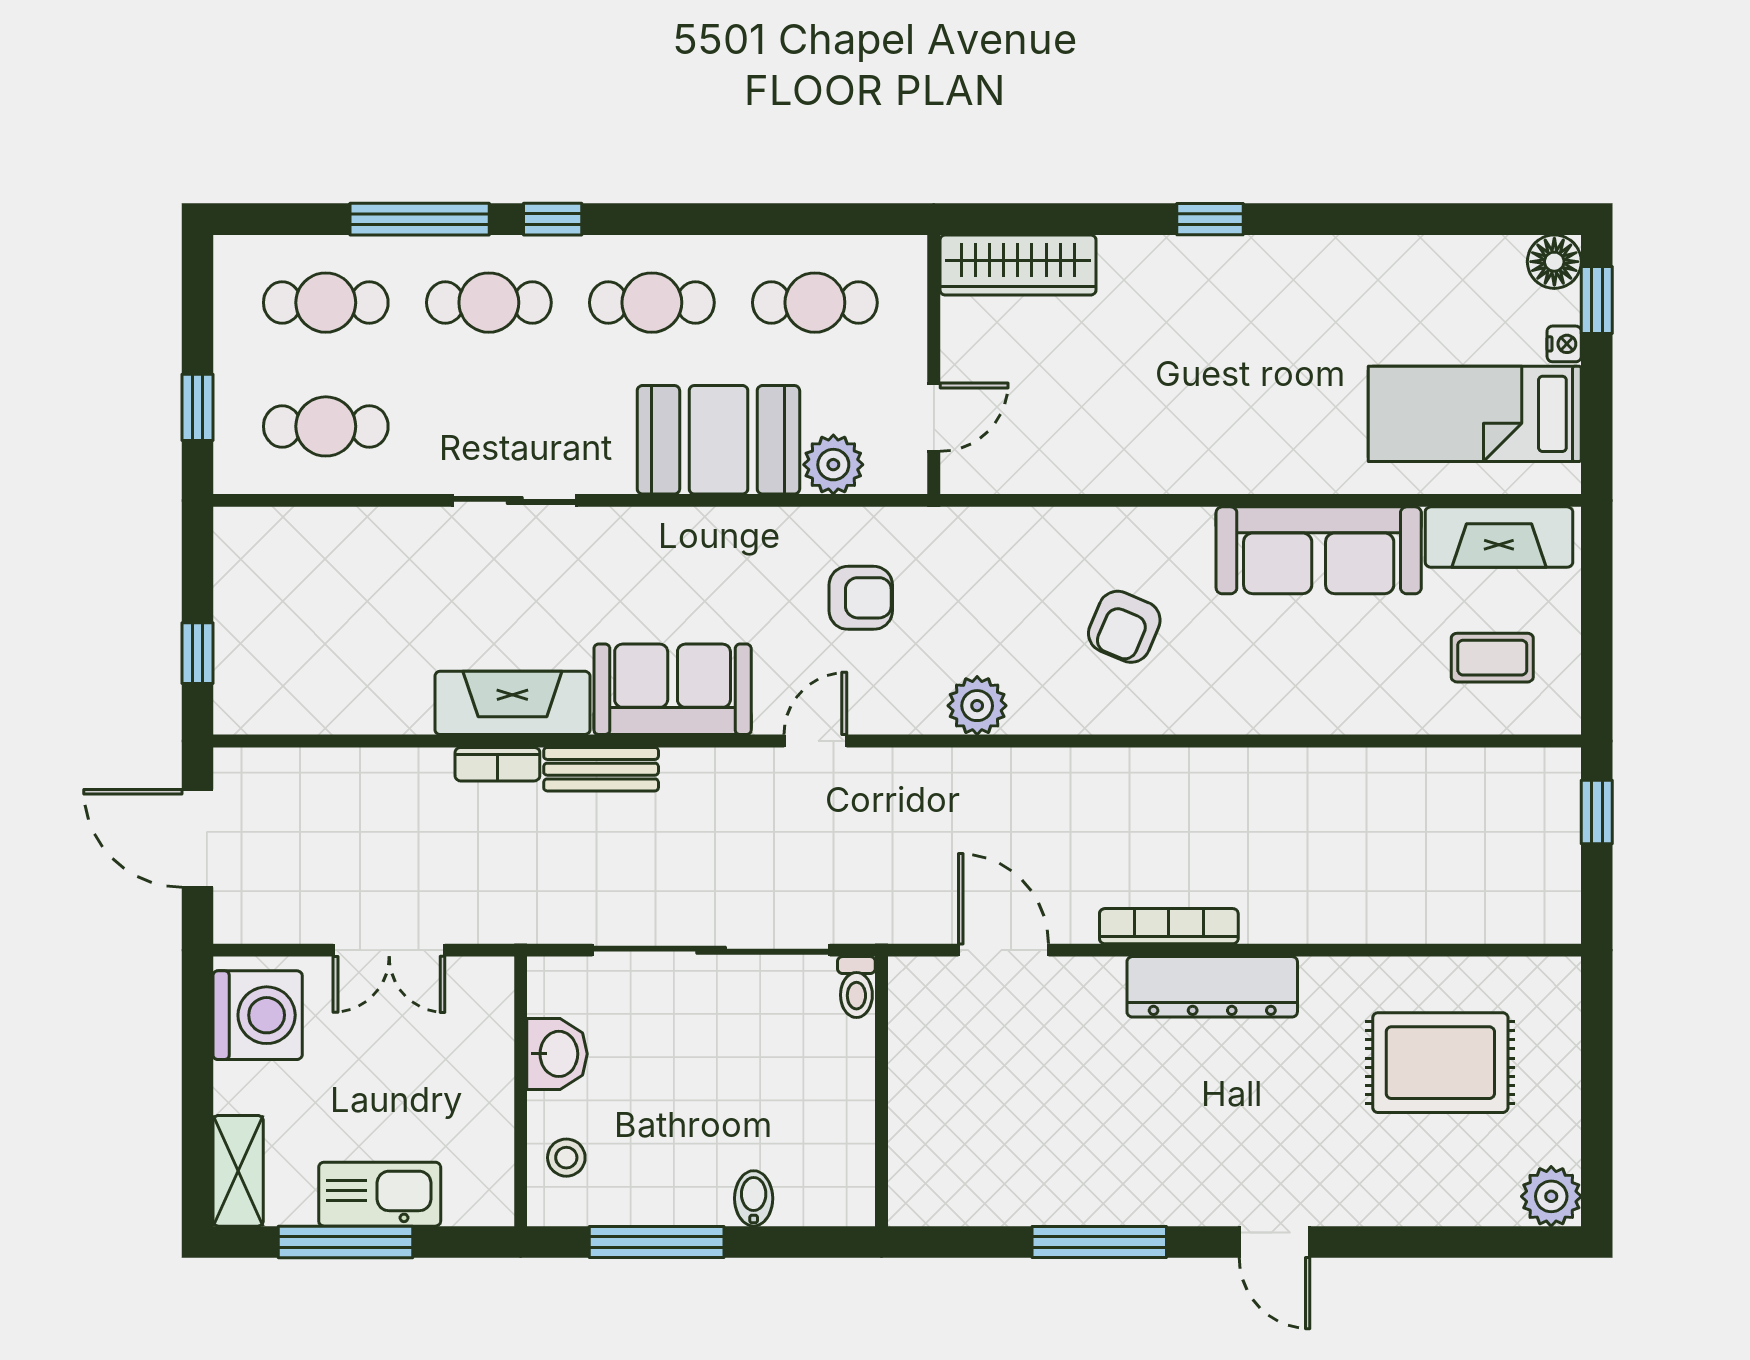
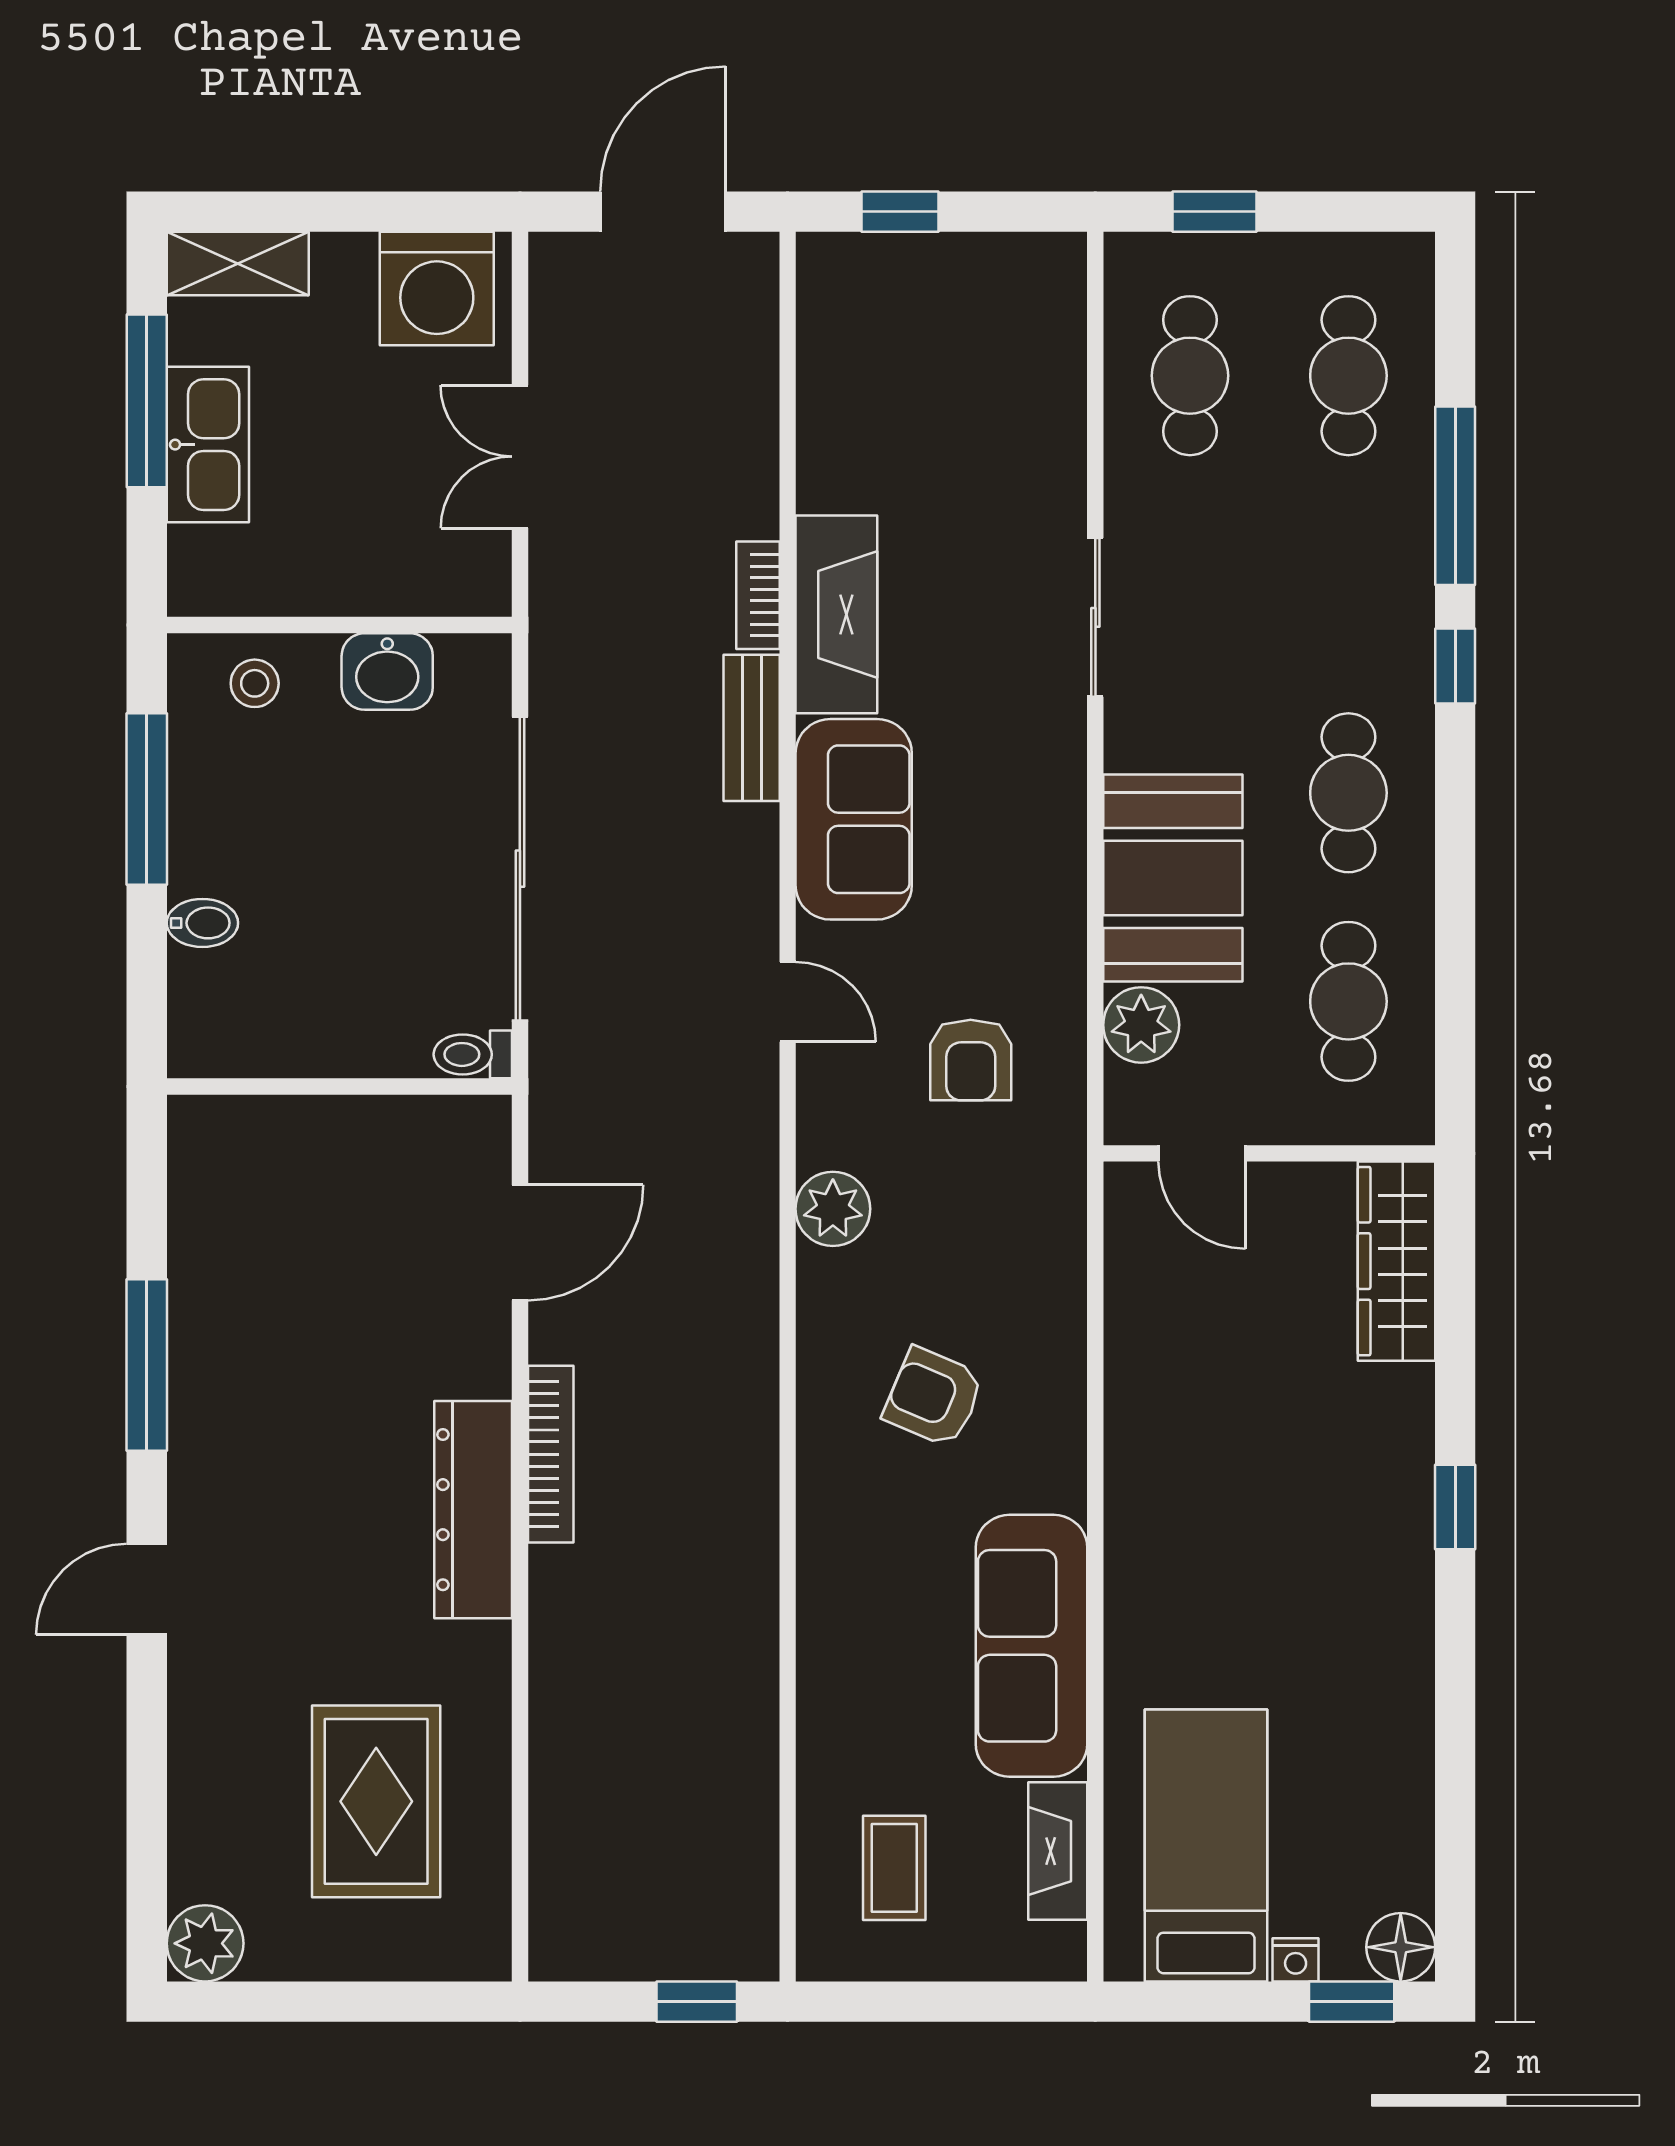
cafe table: (489, 303) -> (1348, 584), removed
fireplace: (1499, 537) -> (1058, 1851), width x0.73, depth x0.76

